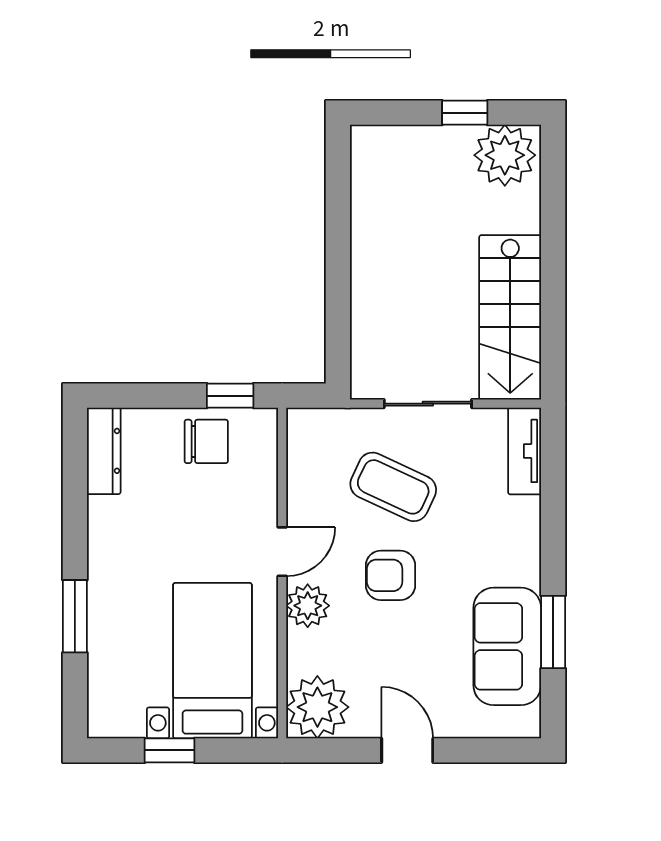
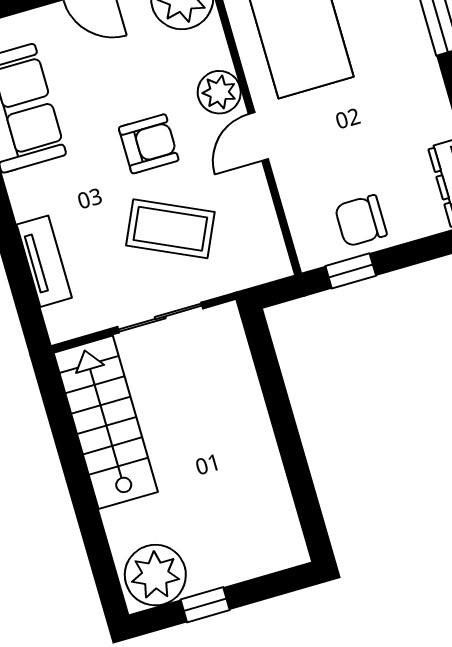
tv unit: (525, 451) -> (44, 261), moved

